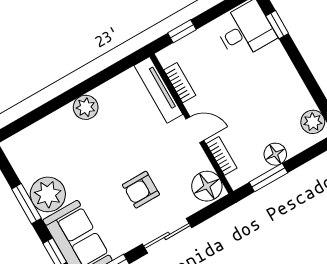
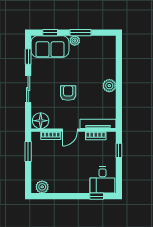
floor lamp: (275, 154) -> (37, 161), removed
armchair: (141, 190) -> (68, 93), moved
plant: (48, 194) -> (75, 41), width x0.53, depth x0.53

